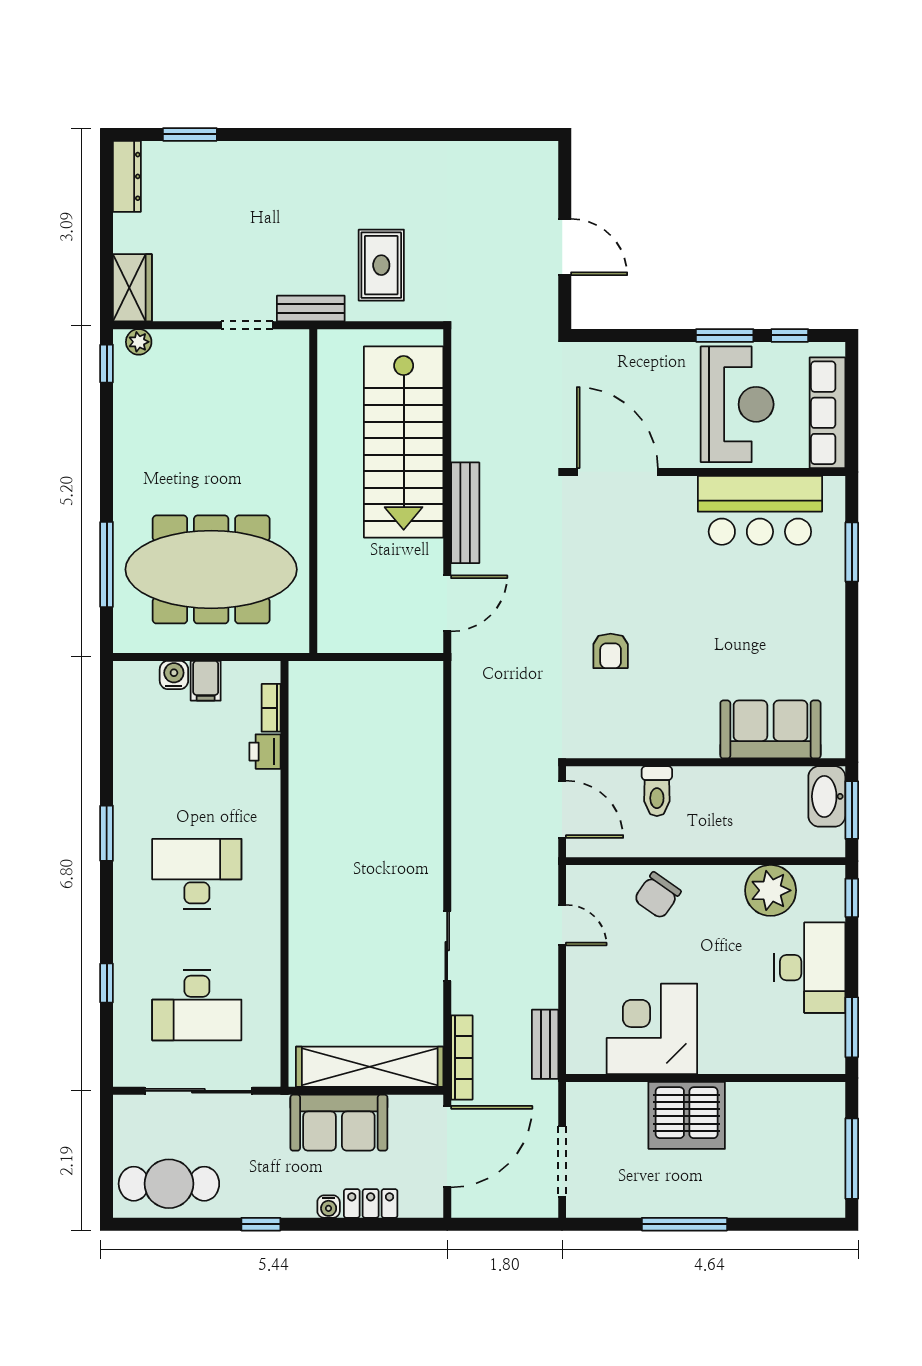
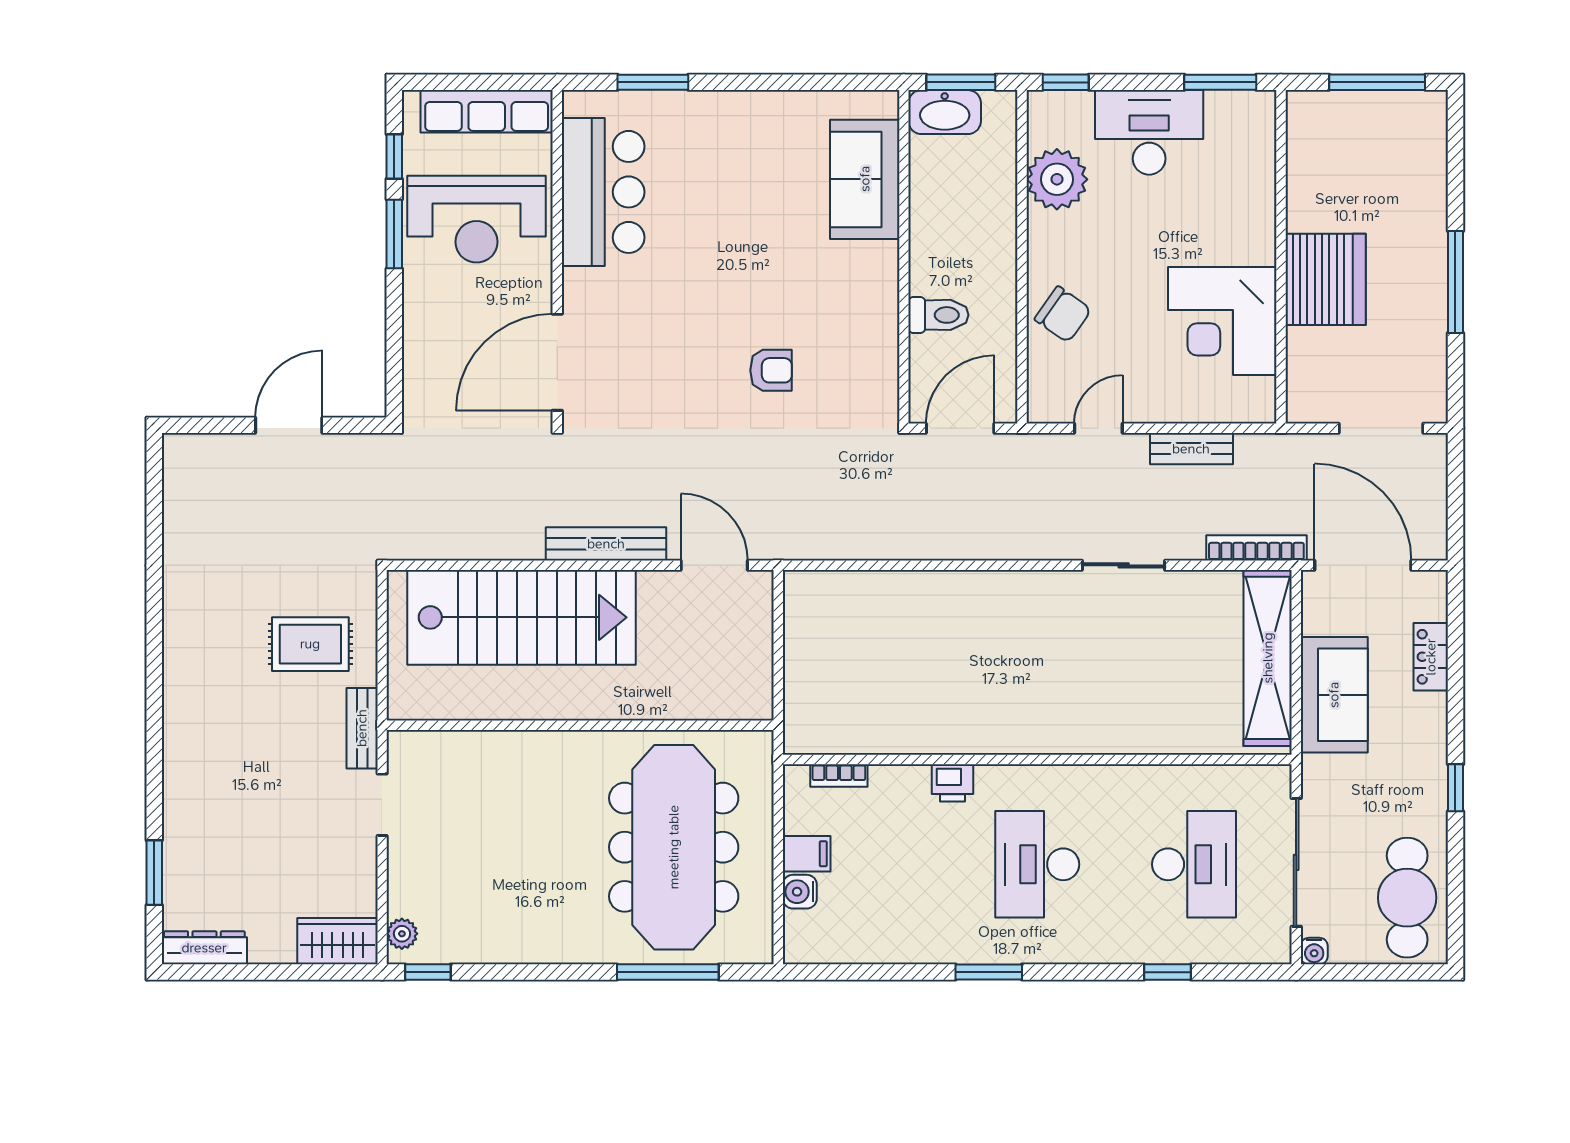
reception desk: (737, 404) -> (477, 219), turned 180
printer: (265, 752) -> (953, 783), moved
bench: (545, 1044) -> (1191, 449), moved
water cooler: (329, 1207) -> (1314, 951), moved, turned 90

